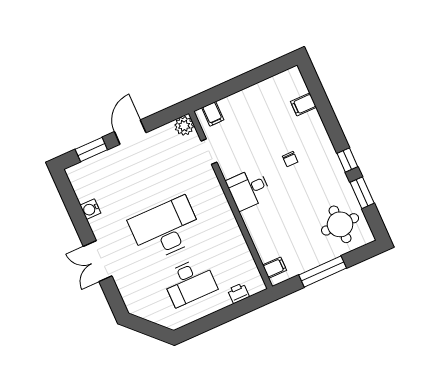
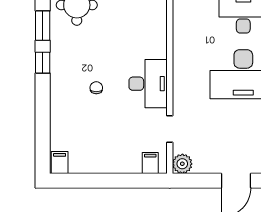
filing cabinet: (303, 104) -> (60, 163), moved, turned -90
desk: (249, 189) -> (148, 84), width x1.37

